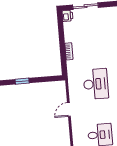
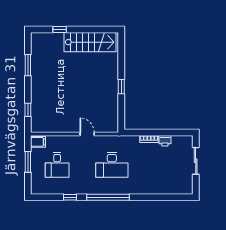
printer: (68, 16) -> (165, 141), moved

